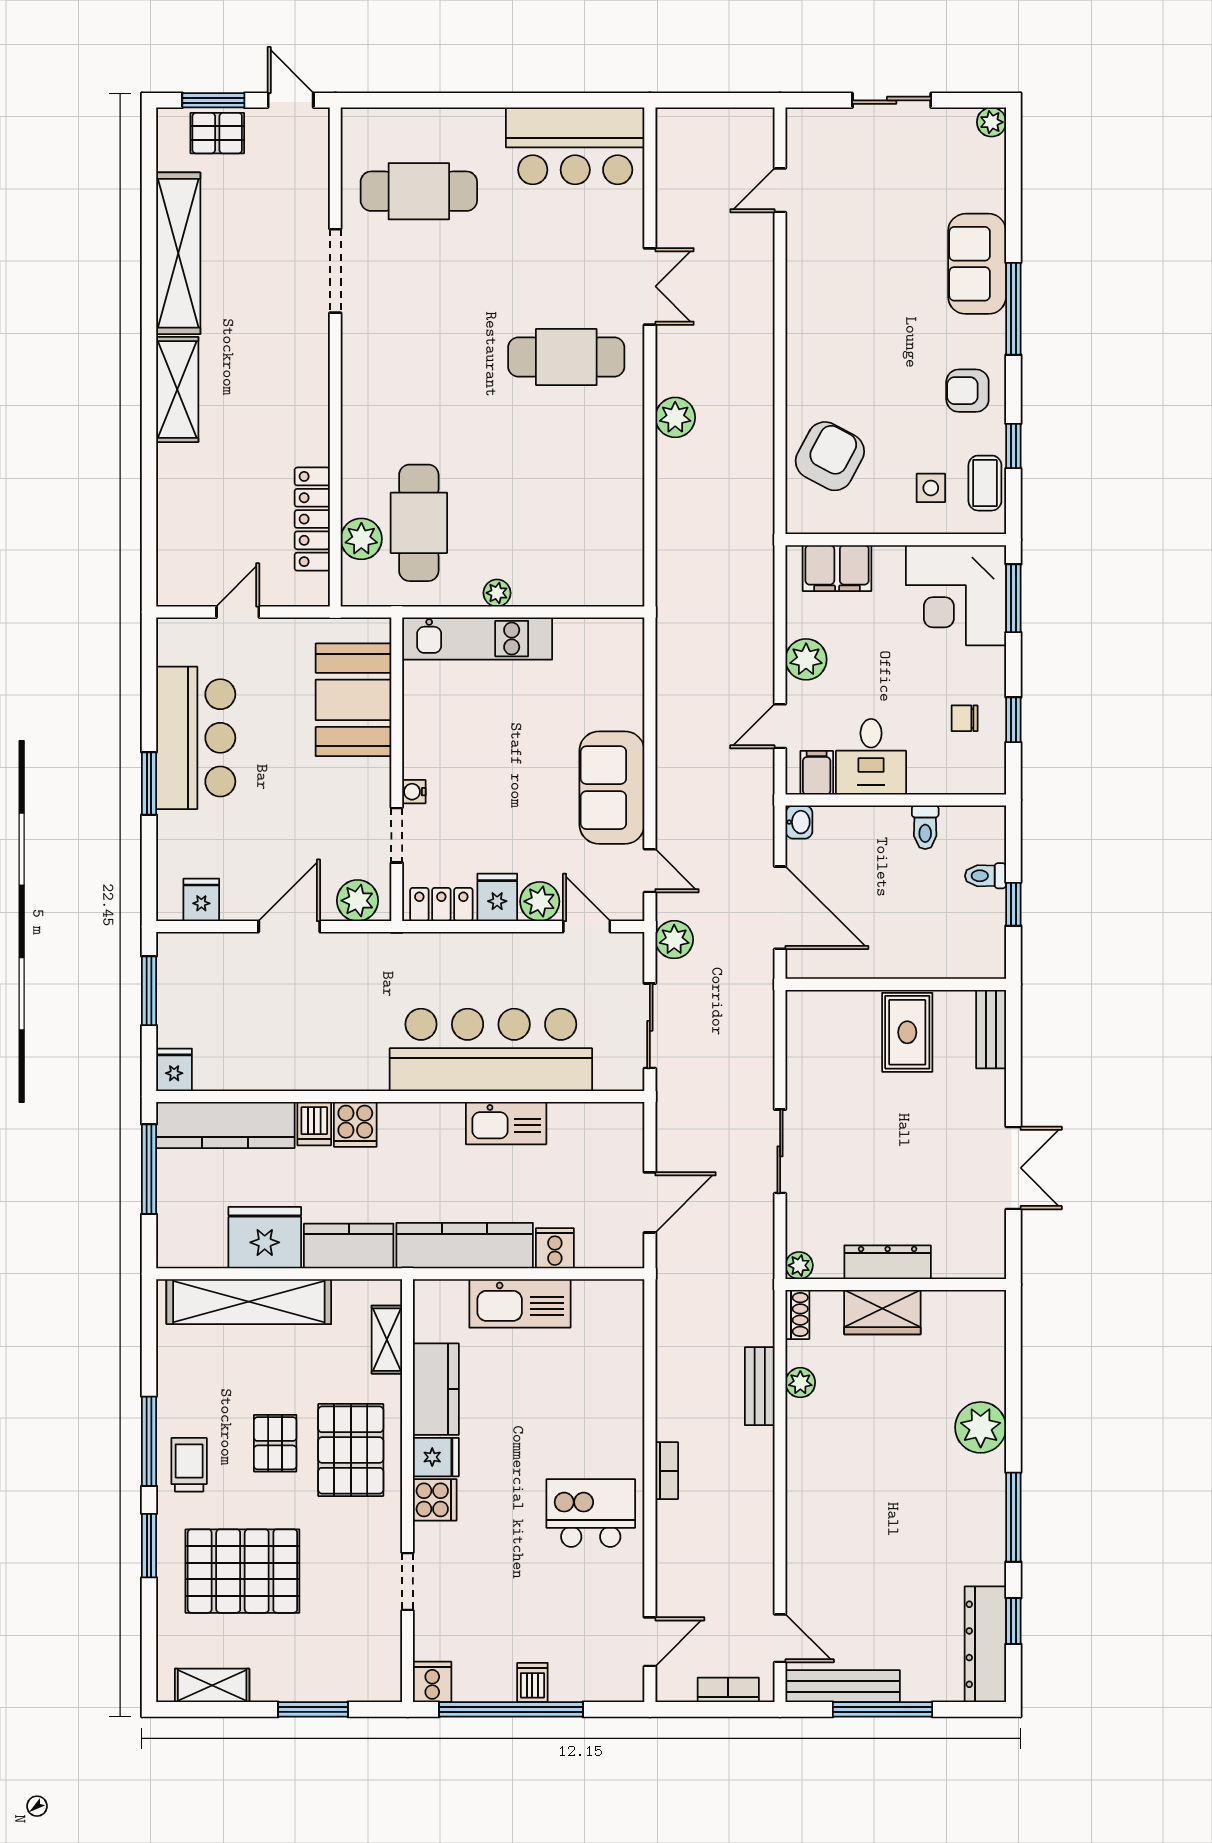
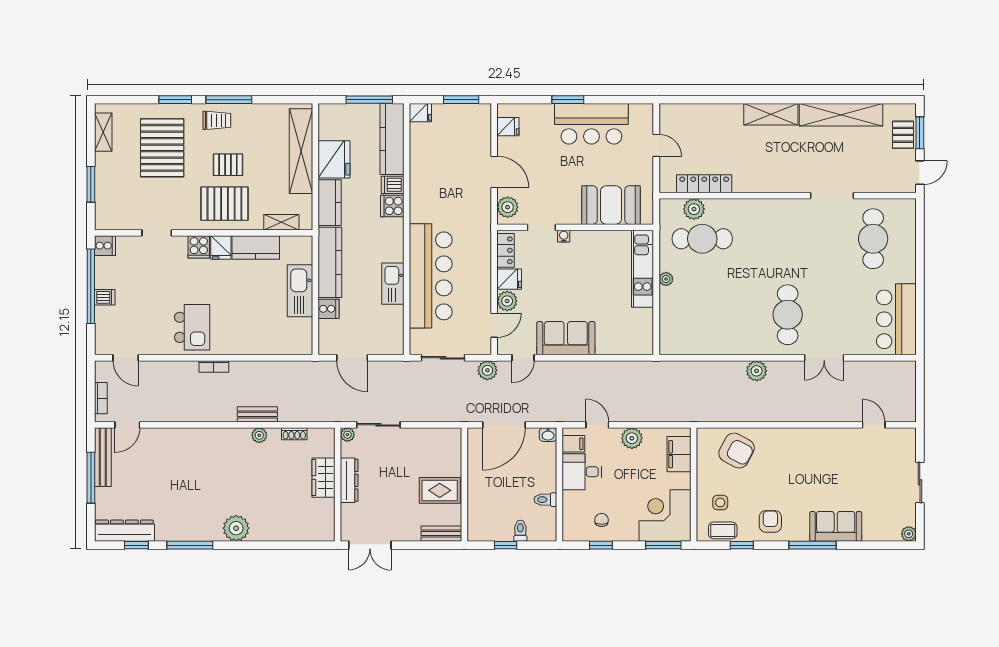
dresser: (888, 1262) -> (349, 480), moved
plant: (799, 1265) -> (347, 435), moved
wall: (896, 1285) -> (338, 484), moved
wardrobe: (882, 1312) -> (323, 478), moved

